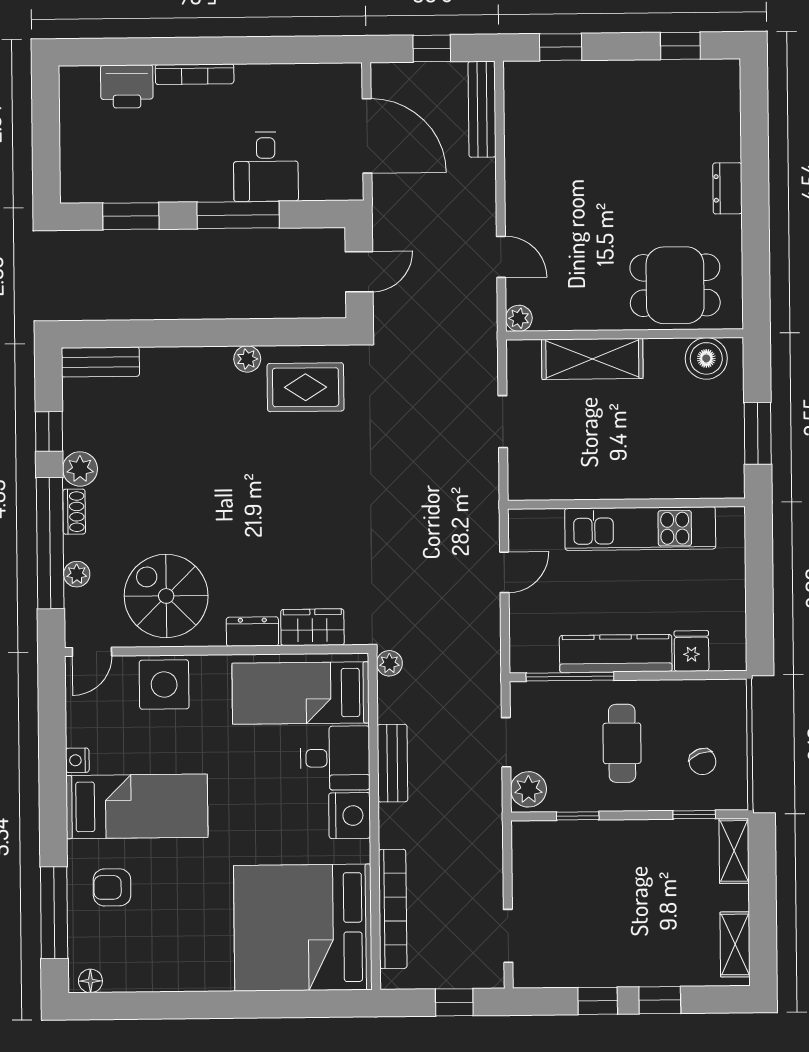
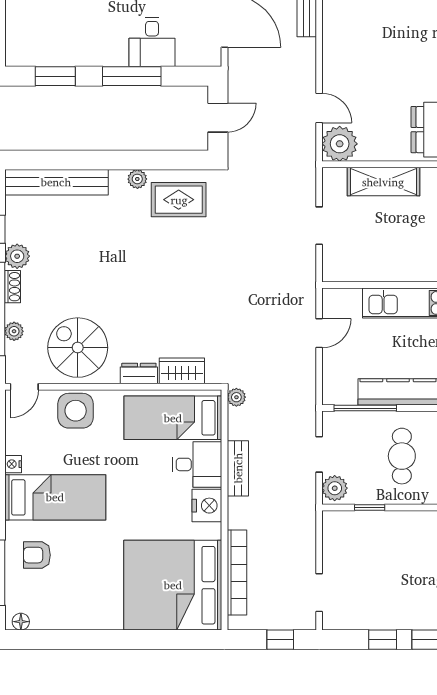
plant: (519, 318) -> (340, 144), width x1.87, depth x1.87
bench: (100, 362) -> (56, 182), width x1.86, depth x1.21

